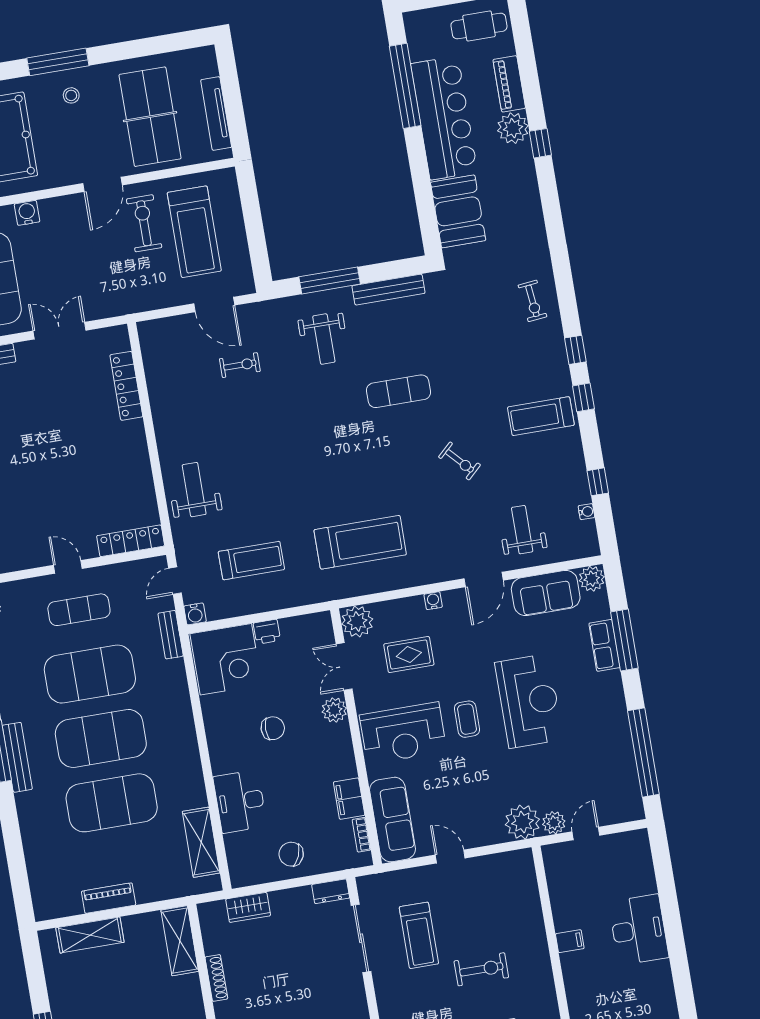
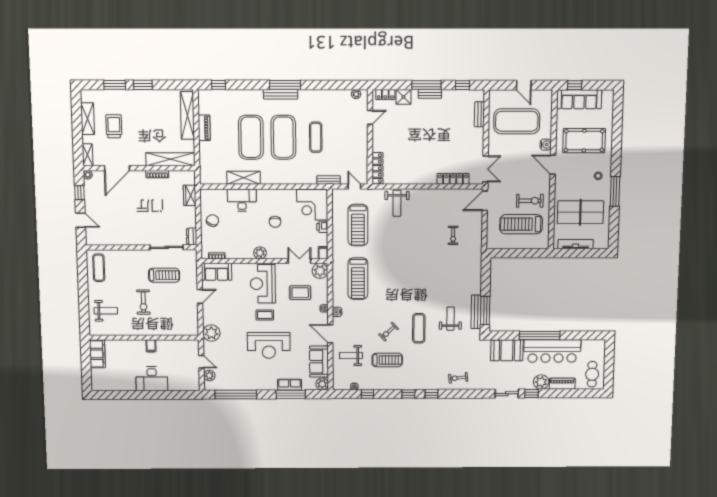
window: (58, 62) -> (615, 191), moved
window: (405, 86) -> (540, 335), moved
door: (103, 184) -> (553, 165), moved
sliding door: (549, 194) -> (507, 394), added
window: (330, 280) -> (485, 310), moved
door: (214, 304) -> (485, 201), moved
double door: (60, 331) -> (485, 169), moved
weight bench: (324, 339) -> (450, 319), moved, turned 90
exercise mat: (398, 391) -> (419, 328), moved
treadmill: (541, 416) -> (387, 360), moved, turned 90
weight bench: (194, 490) -> (397, 203), turned 90
weight bench: (522, 530) -> (351, 356), turned 180
treadmill: (251, 561) -> (358, 225), width x1.37, depth x1.38
door: (68, 567) -> (370, 117), moved
exercise mat: (79, 610) -> (348, 137), removed
water cooler: (195, 614) -> (337, 312), moved
rug: (409, 655) -> (300, 293), turned 90
exercise mat: (90, 674) -> (316, 137), width x0.50, depth x0.69
plant: (334, 710) -> (260, 253), moved
filing cabinet: (349, 799) -> (323, 253), moved, width x0.50
sofa: (393, 820) -> (217, 272), width x0.73
plant: (554, 823) -> (209, 375), moved
shelving: (201, 842) -> (244, 178), moved
window: (20, 882) -> (218, 85), added
shelving: (90, 935) -> (187, 115), width x1.47
treadmill: (419, 935) -> (164, 275), turned 180
shelving: (180, 941) -> (170, 159), width x1.47

